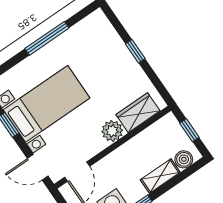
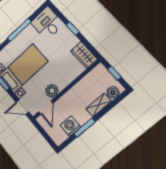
desk: (96, 36) -> (47, 23), added
wardrobe: (138, 113) -> (84, 55), moved, turned -90
plant: (112, 131) -> (52, 91), moved

